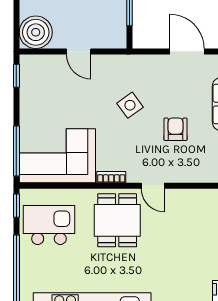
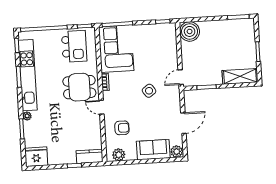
door: (79, 51) -> (181, 77), moved
armchair: (176, 129) -> (122, 128), moved
door: (153, 186) -> (101, 107), hinge flipped

